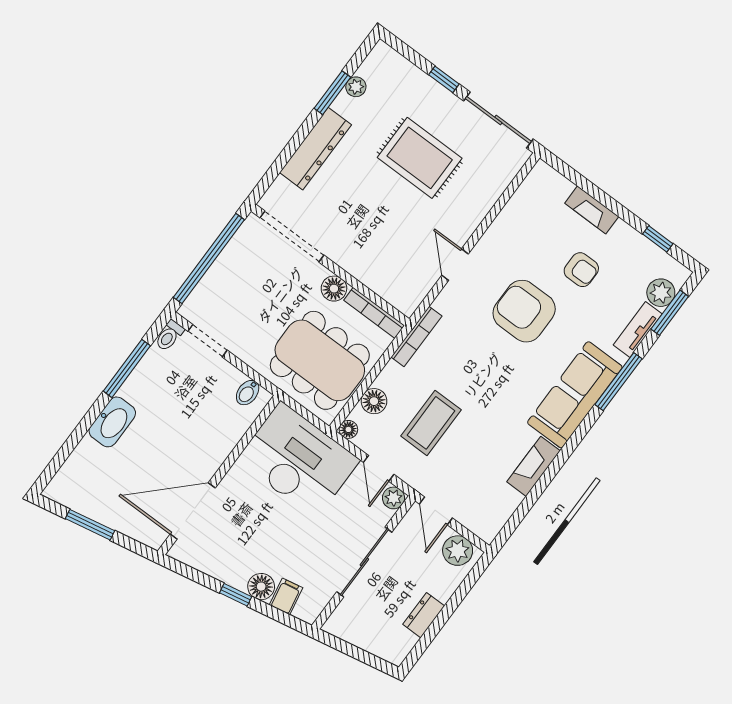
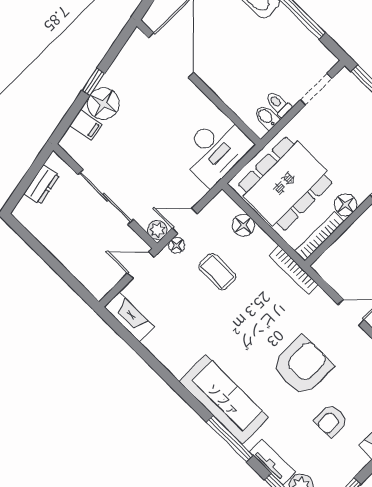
toilet: (169, 336) -> (278, 104), moved
coffee table: (431, 423) -> (217, 272), width x0.73, depth x0.77
floor lamp: (348, 429) -> (177, 245), moved
desk: (298, 460) -> (215, 150), width x0.73, depth x0.77
fireplace: (533, 466) -> (129, 317), moved
plant: (458, 551) -> (104, 279), removed
floor lamp: (261, 587) -> (103, 104), width x1.38, depth x1.38
dresser: (424, 615) -> (42, 185), moved, turned 79

